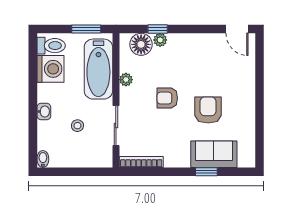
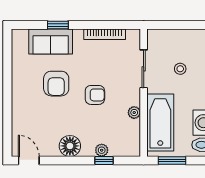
floor lamp: (141, 44) -> (70, 146), moved
bookcase: (141, 162) -> (105, 34), moved

